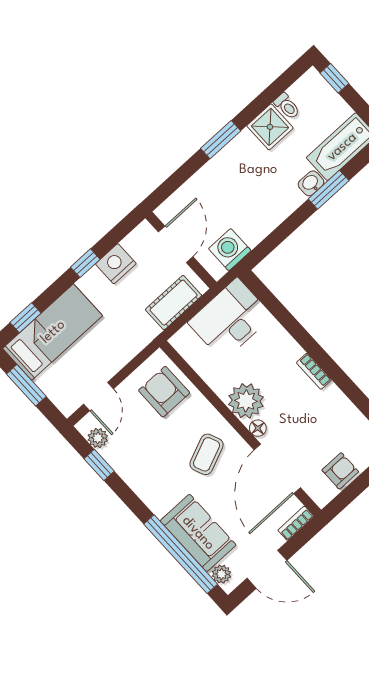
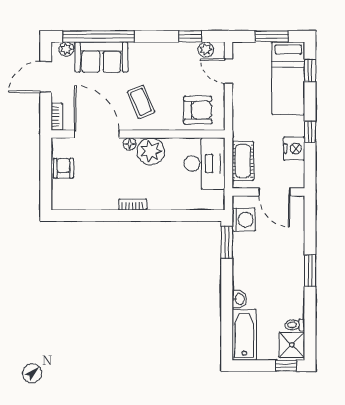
shower: (270, 127) -> (292, 345), moved
window: (329, 190) -> (227, 242), moved
desk: (230, 319) -> (205, 164), moved
armchair: (340, 471) -> (63, 168), turned 180

